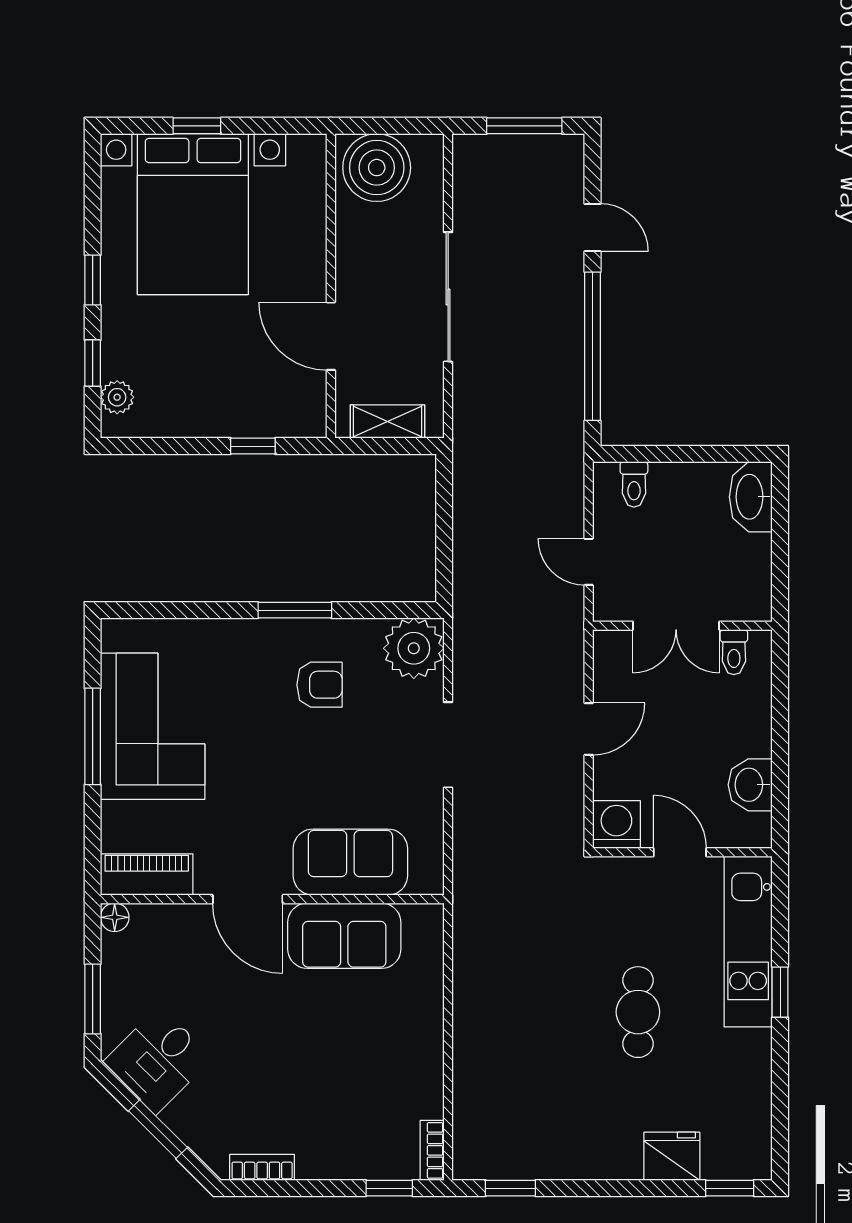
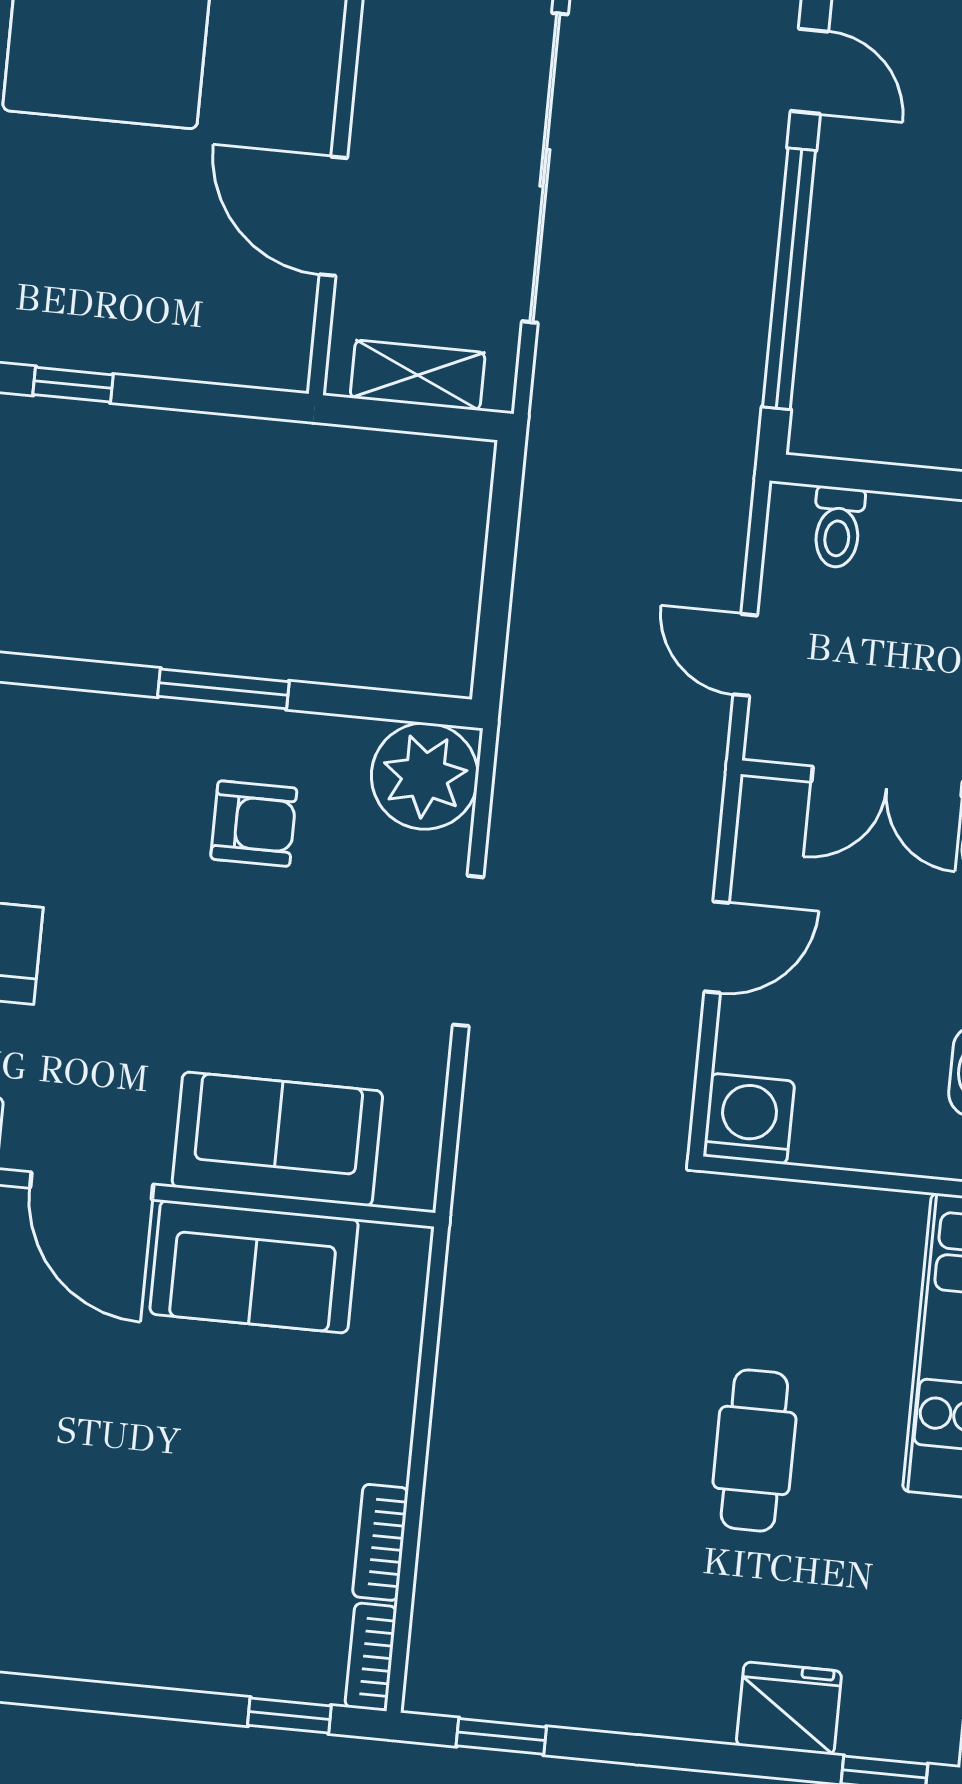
sliding door: (448, 297) -> (545, 168), width x1.36
window: (253, 446) -> (73, 385), moved
door: (680, 852) -> (855, 1178), removed
bookcase: (262, 1167) -> (380, 1542), moved, turned -90

